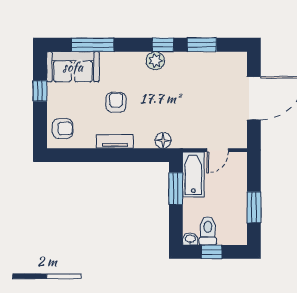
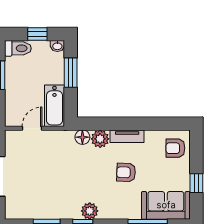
armchair: (116, 102) -> (126, 172), turned 92
plant: (144, 139) -> (100, 139), added
window: (176, 189) -> (71, 73), moved
toilet: (208, 231) -> (18, 48), moved, turned -90

